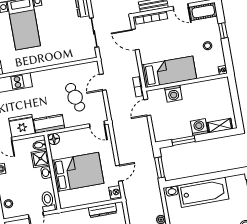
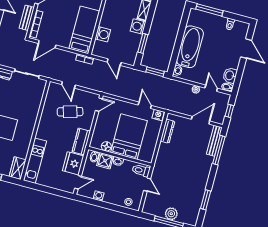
door: (147, 107) -> (114, 62), moved
floor lamp: (54, 139) -> (106, 146), moved

